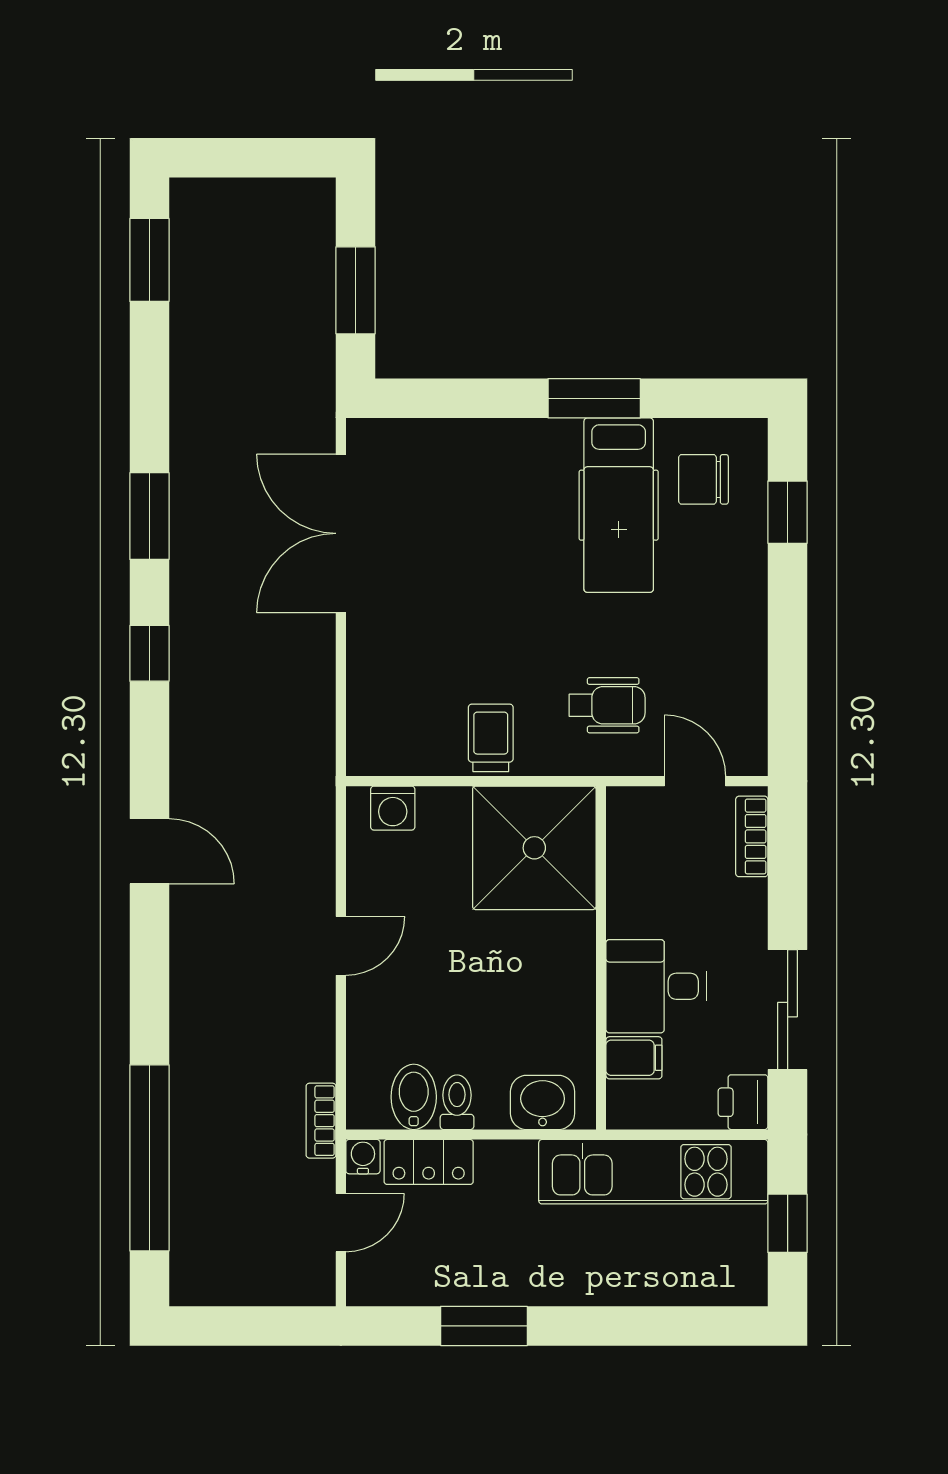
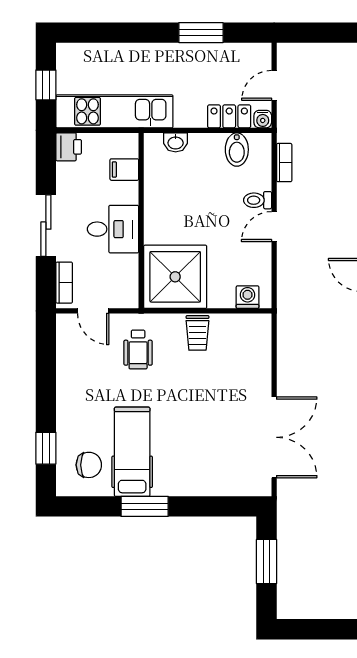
wheelchair: (607, 705) -> (138, 350), turned -90
desk: (656, 986) -> (113, 229), moved
sliding door: (788, 1010) -> (46, 226), moved
toilet: (457, 1102) -> (258, 200), moved, turned 90
washbasin: (543, 1102) -> (176, 142), width x0.72, depth x0.69
bookcase: (321, 1121) -> (284, 163), moved

